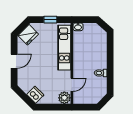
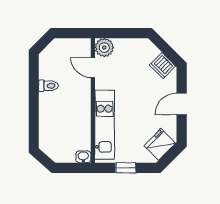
door: (72, 85) -> (93, 68), hinge flipped
dishwasher: (35, 95) -> (163, 66), moved

